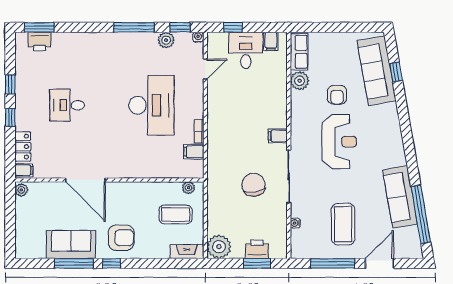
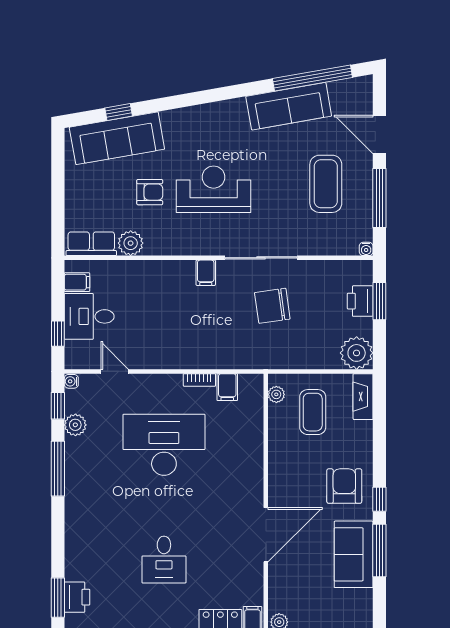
water cooler: (295, 223) -> (366, 249), moved
coffee table: (343, 224) -> (326, 184), turned 90

